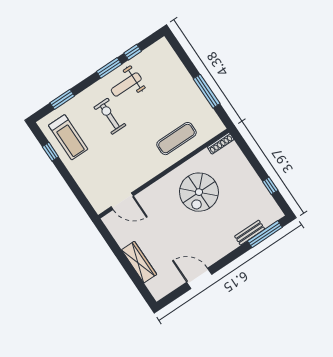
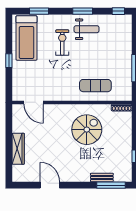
window: (133, 52) -> (118, 11), moved
weight bench: (126, 84) -> (87, 29), turned 180
treadmill: (68, 137) -> (26, 38), width x1.37, depth x1.38
window: (50, 152) -> (9, 61), moved
spiral stairs: (199, 192) -> (87, 130), turned 180

